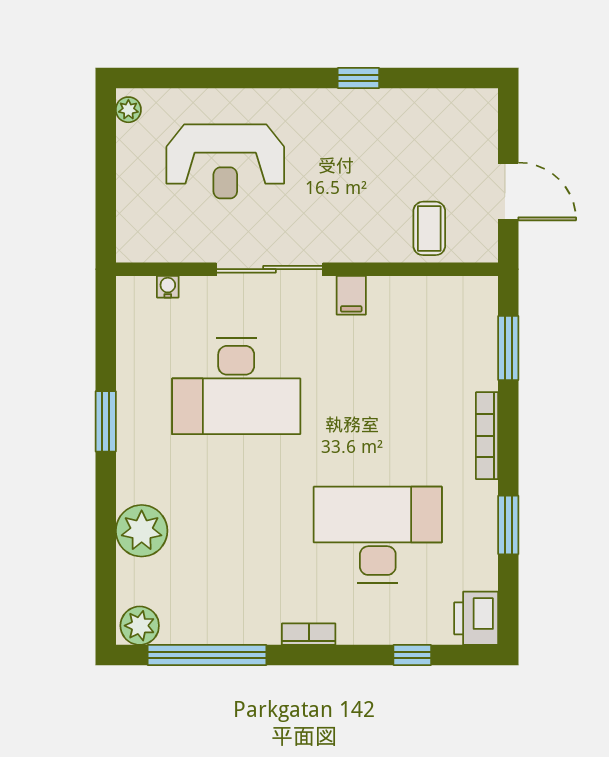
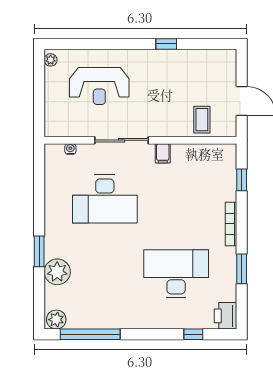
window: (508, 348) -> (242, 180), width x0.67
window: (106, 421) -> (39, 251), moved
bookcase: (309, 634) -> (141, 324), removed

